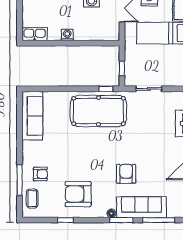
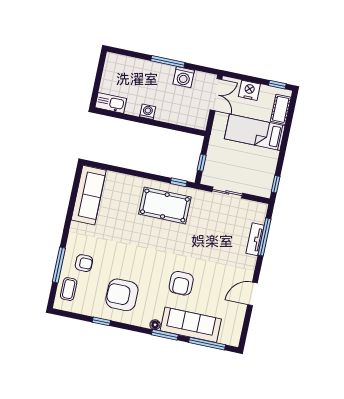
pool table: (98, 111) -> (165, 206), width x0.73, depth x0.76
armchair: (126, 174) -> (181, 283), turned 180

